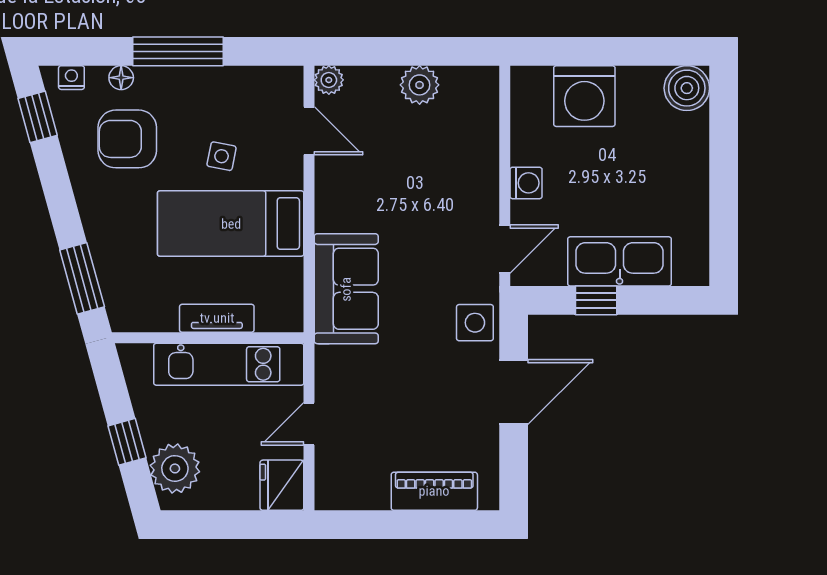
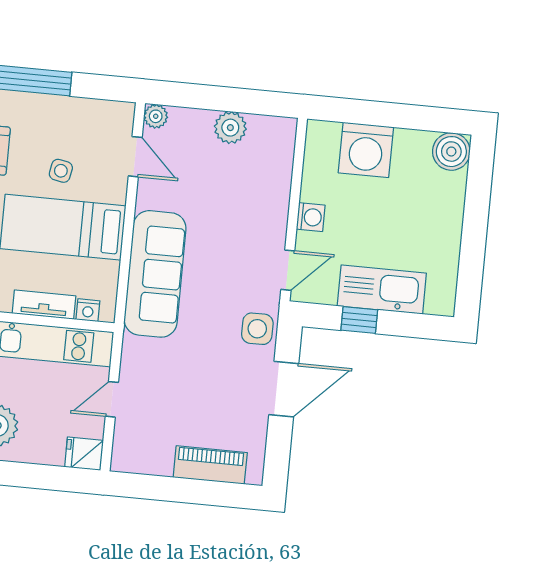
sofa: (346, 289) -> (155, 274), width x1.36
nightstand: (270, 320) -> (88, 310), added
fridge: (282, 485) -> (84, 454), width x0.72

